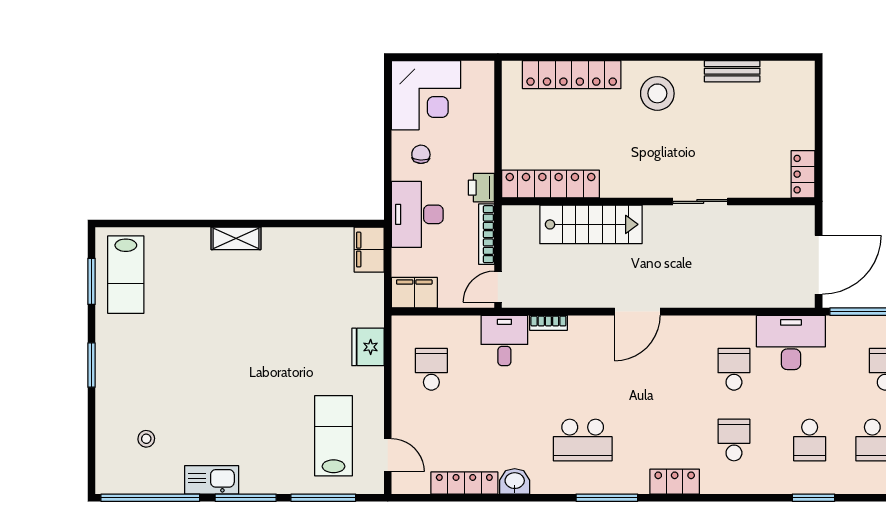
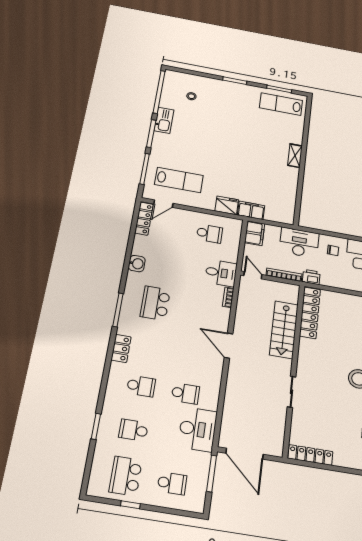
locker: (803, 174) -> (310, 455), width x1.53
filing cabinet: (369, 250) -> (251, 210), moved
locker: (464, 483) -> (144, 219), moved

